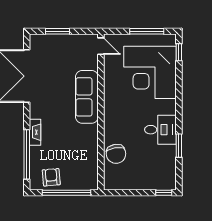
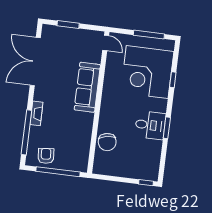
window: (179, 52) -> (173, 80), moved
window: (179, 146) -> (167, 128), moved

